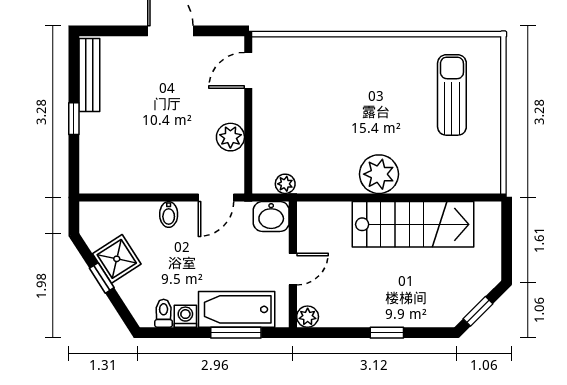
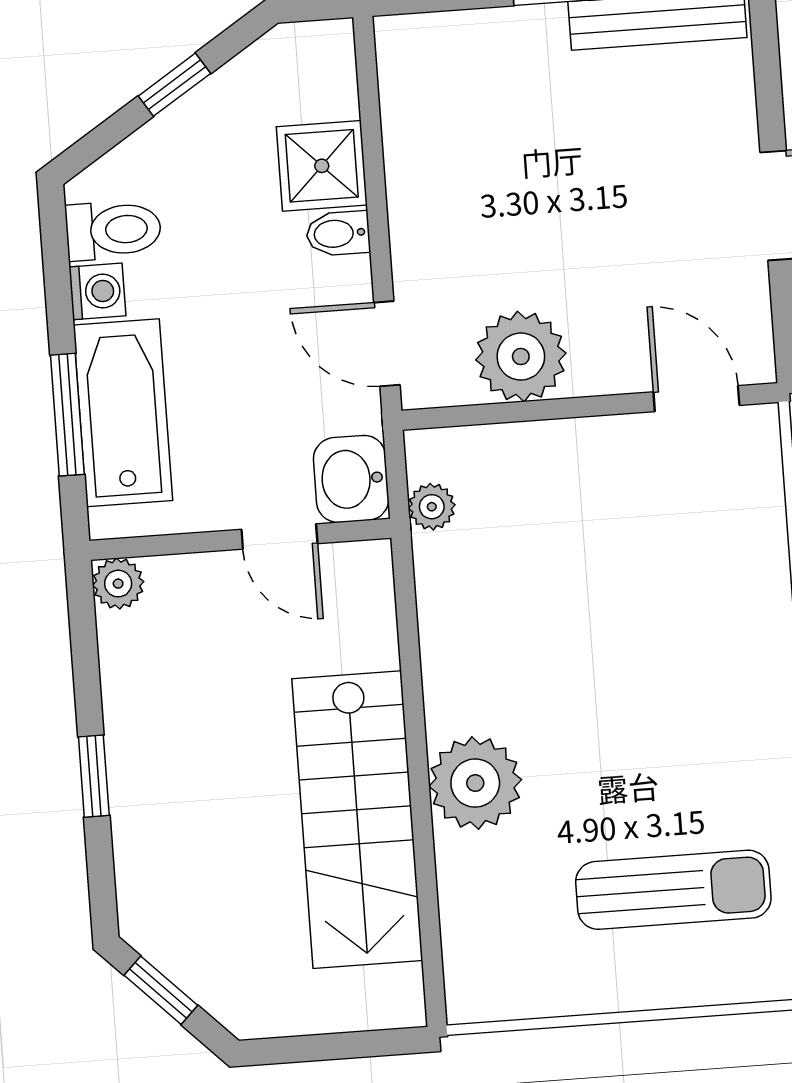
plant: (230, 137) -> (521, 357), width x1.36, depth x1.36
plant: (379, 174) -> (475, 783), moved
shower: (117, 259) -> (322, 166), moved, turned 33
door: (293, 269) -> (279, 536), moved
toilet: (164, 313) -> (113, 230), width x1.37, depth x1.39

